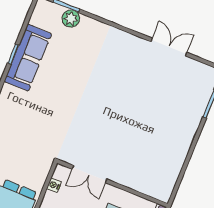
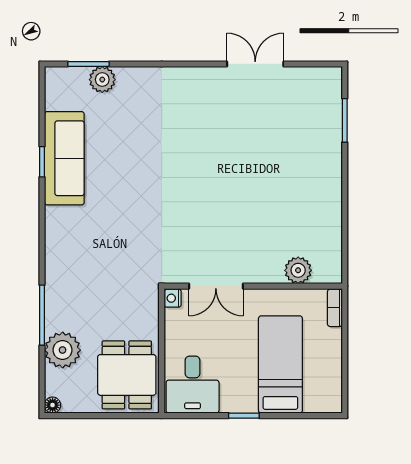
nightstand: (54, 185) -> (173, 298), moved
plant: (144, 185) -> (298, 270), added

